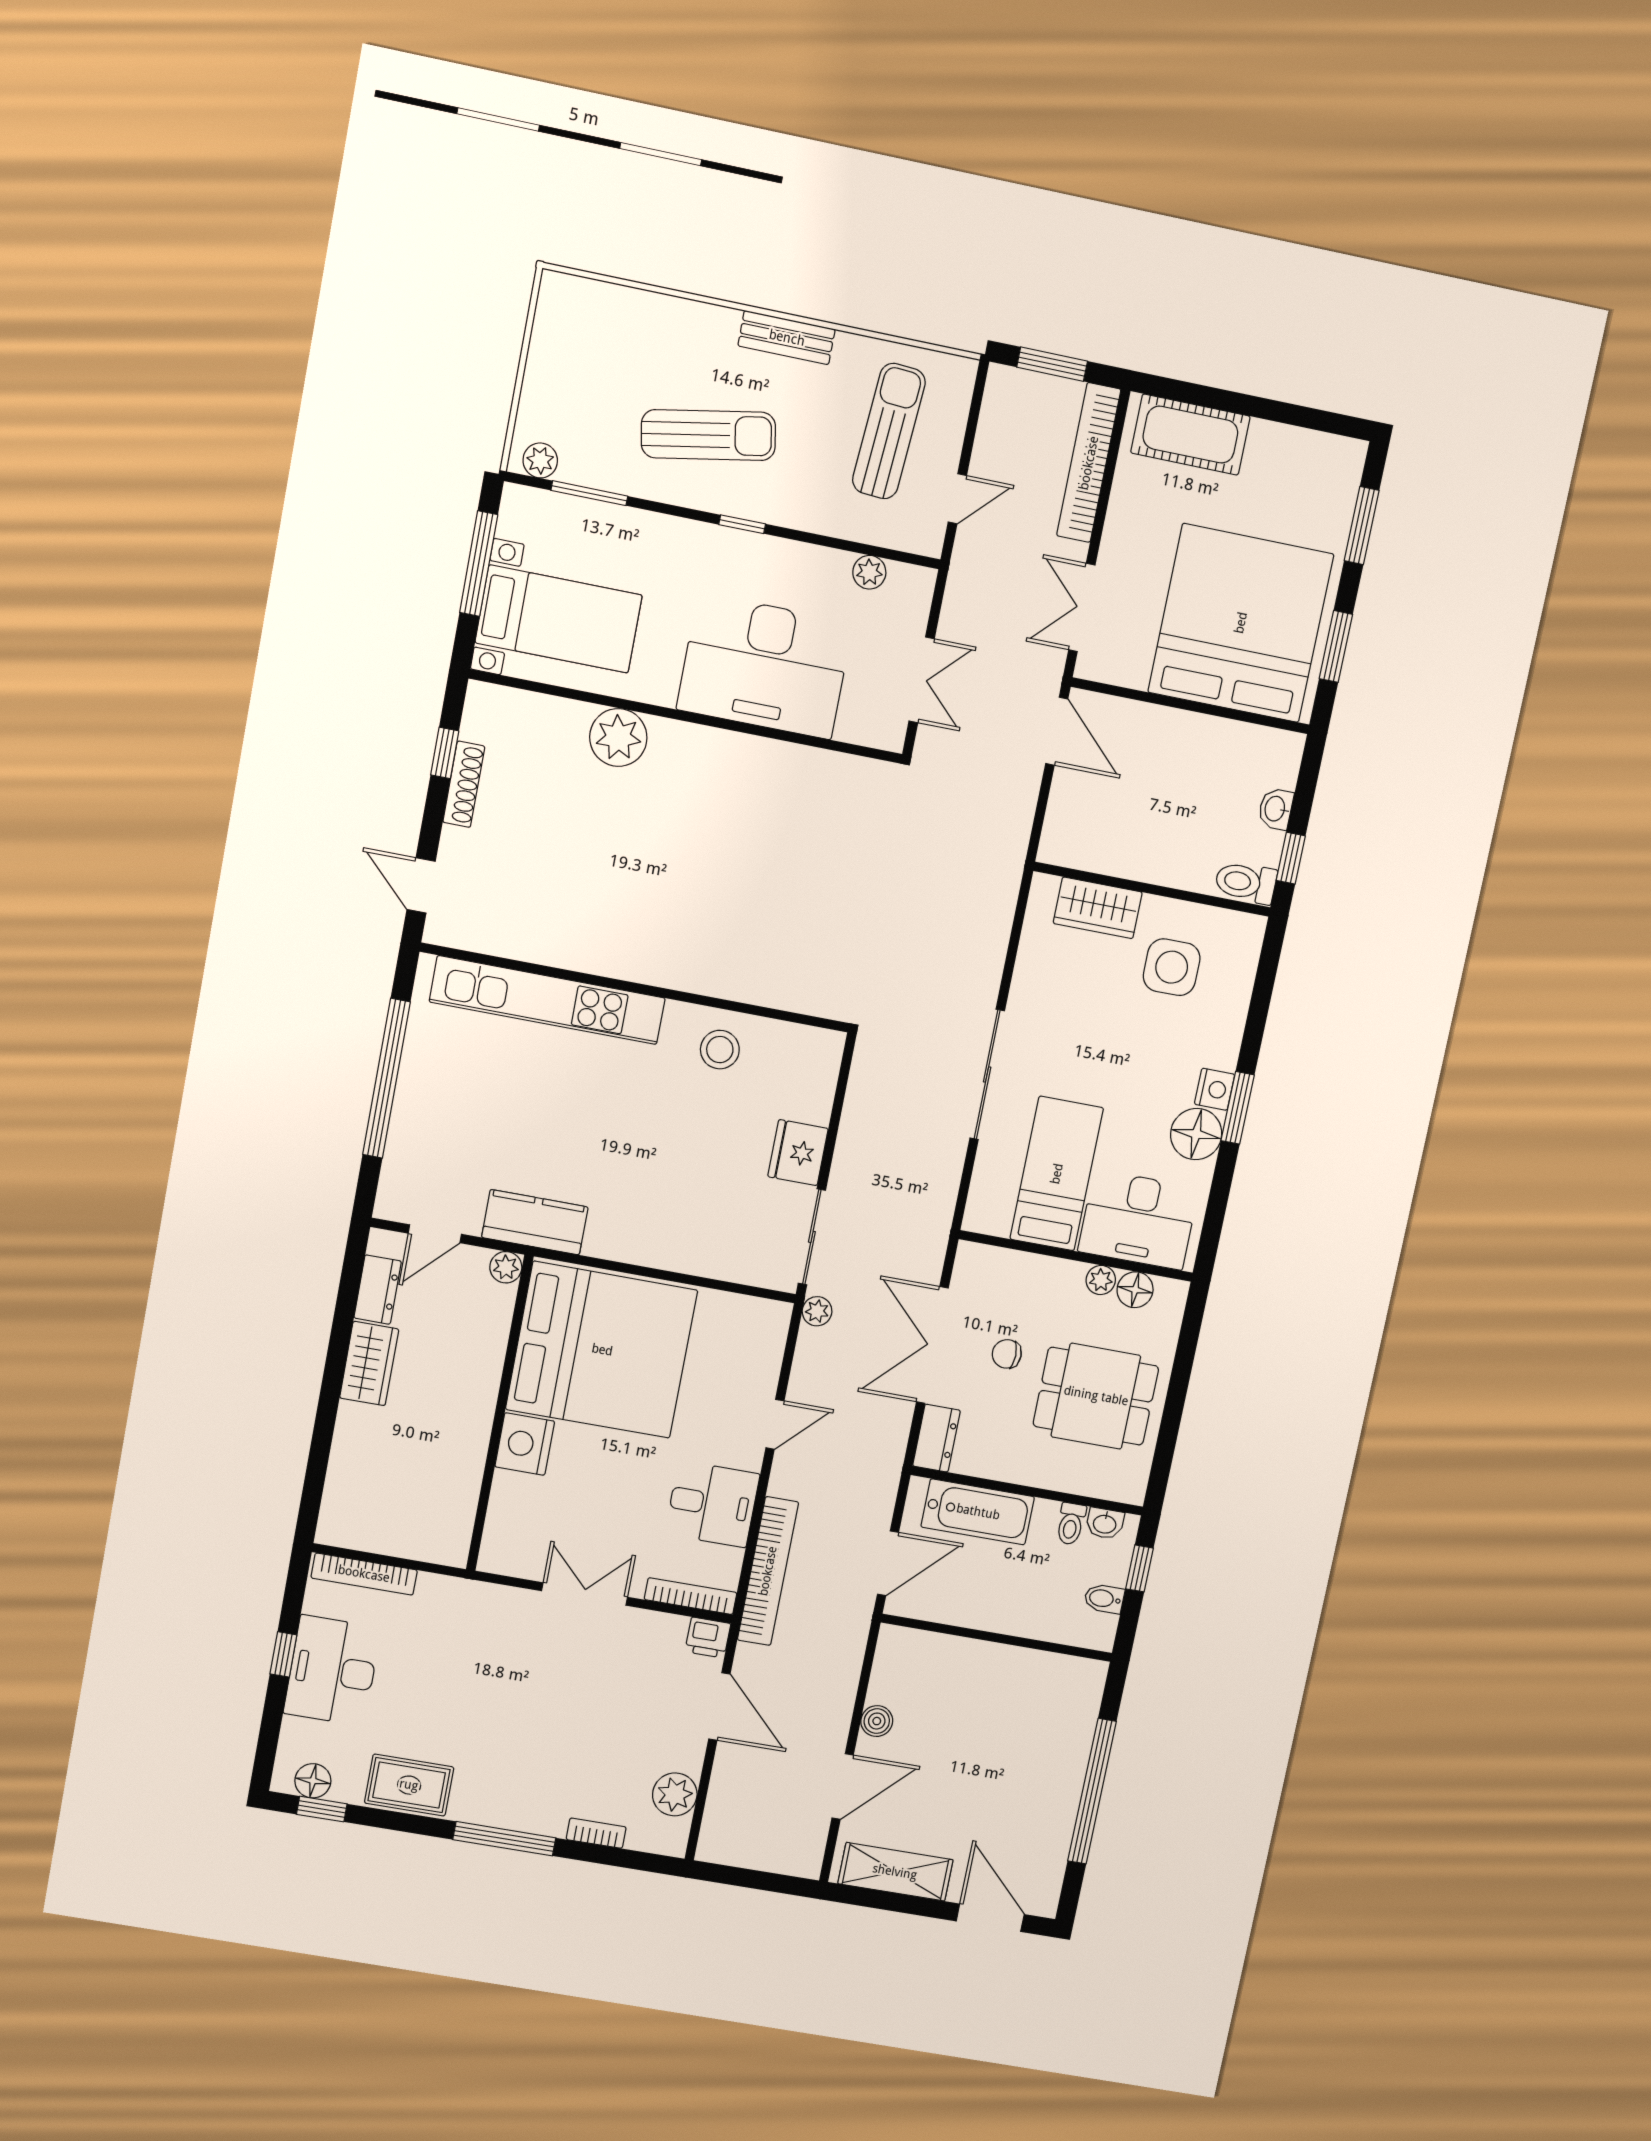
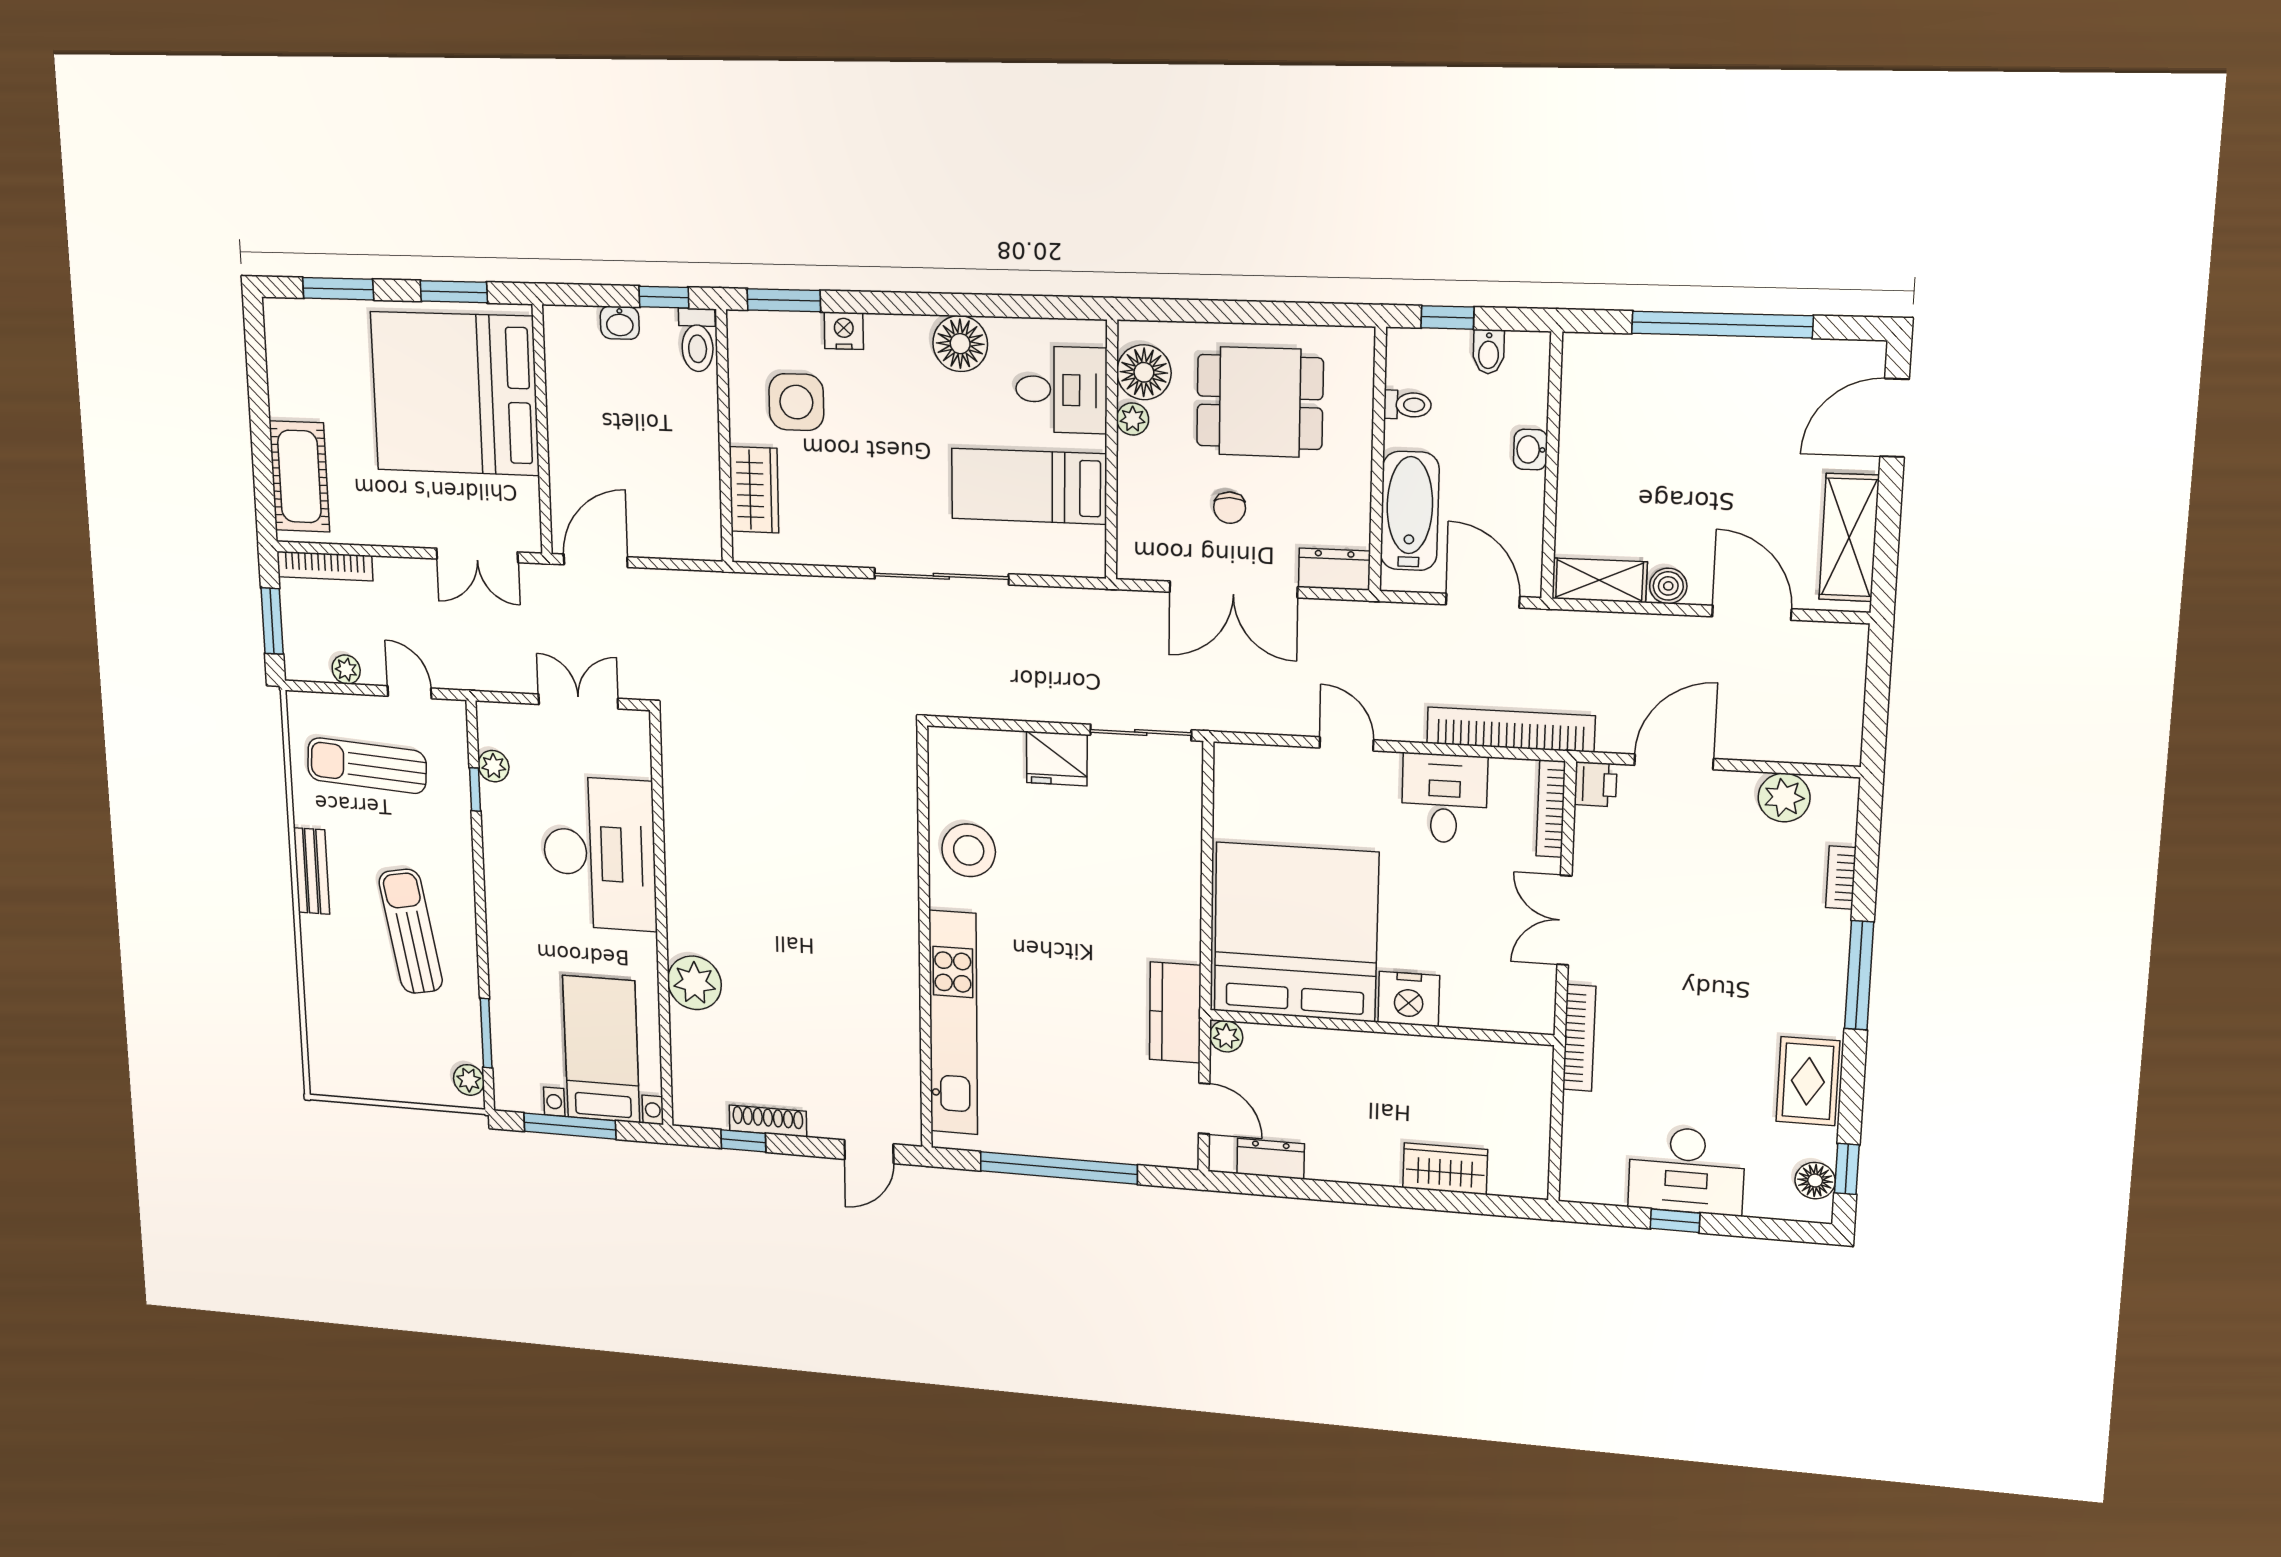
bookcase: (1089, 463) -> (325, 566), width x0.68, depth x0.76
window: (742, 524) -> (475, 789), moved
stool: (720, 1050) -> (969, 850), width x1.38, depth x1.38
nightstand: (1215, 1089) -> (844, 331), moved
window: (1238, 1108) -> (784, 300), moved
desk: (1138, 1220) -> (1061, 390), width x0.73
floor lamp: (1135, 1290) -> (1144, 372), width x1.38, depth x1.38
plant: (817, 1311) -> (346, 669), moved
wardrobe: (369, 1364) -> (1445, 1169), moved
dining table: (1096, 1396) -> (1260, 402), turned 90
washbasin: (1105, 1523) -> (1530, 450), moved, turned 180
bookcase: (364, 1574) -> (1579, 1038), moved
shelving: (891, 1665) -> (1599, 580), added

